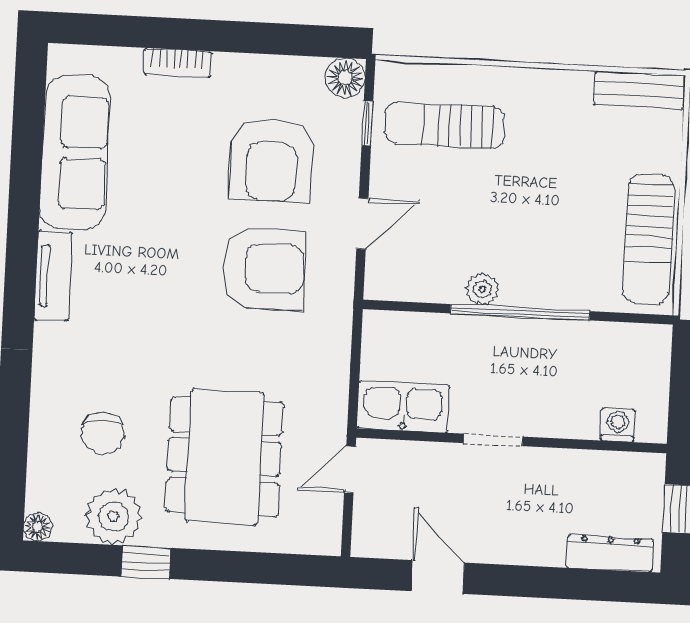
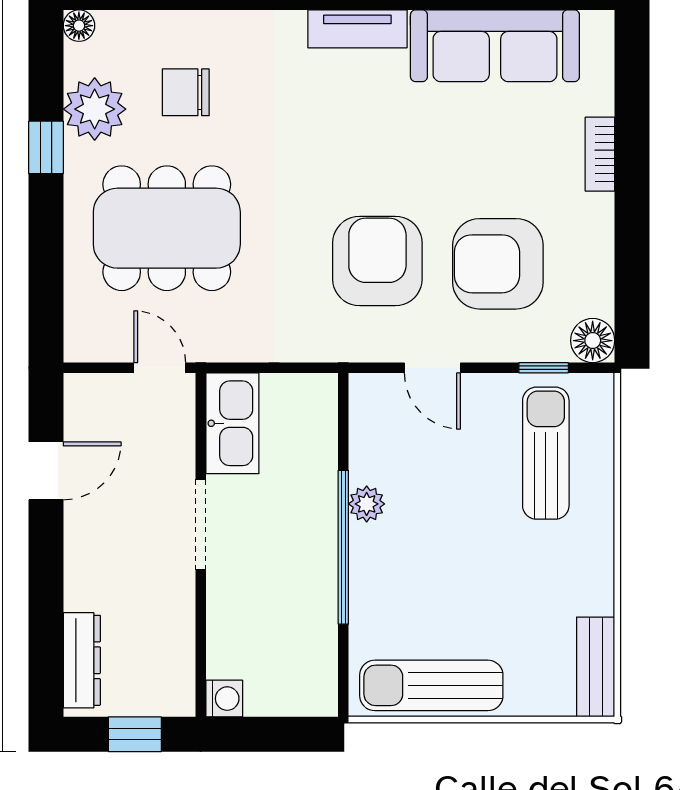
armchair: (264, 268) -> (377, 261), turned 180
washing machine: (618, 425) -> (224, 699), moved
doorway: (493, 440) -> (201, 524), width x1.38

